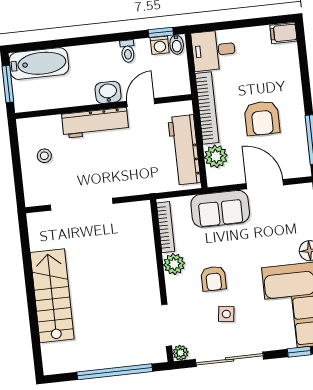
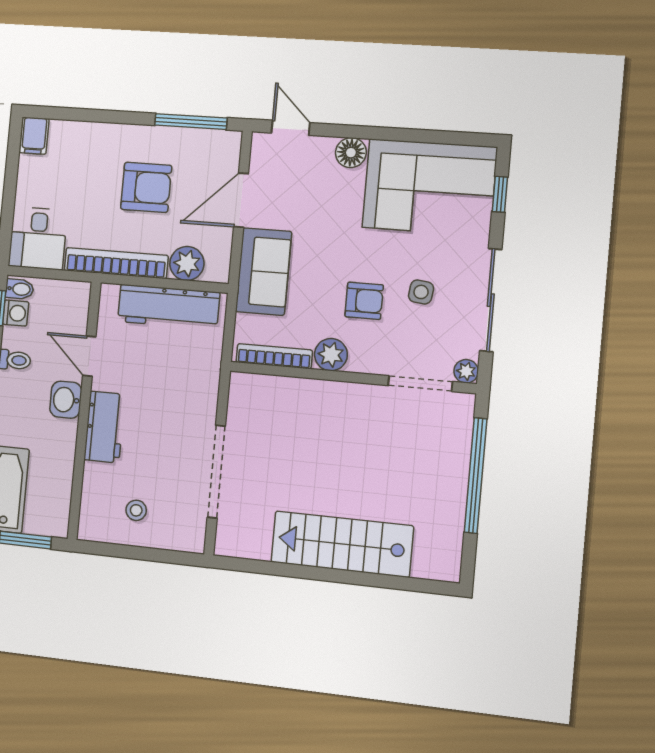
workbench: (95, 123) -> (104, 427), width x0.73

